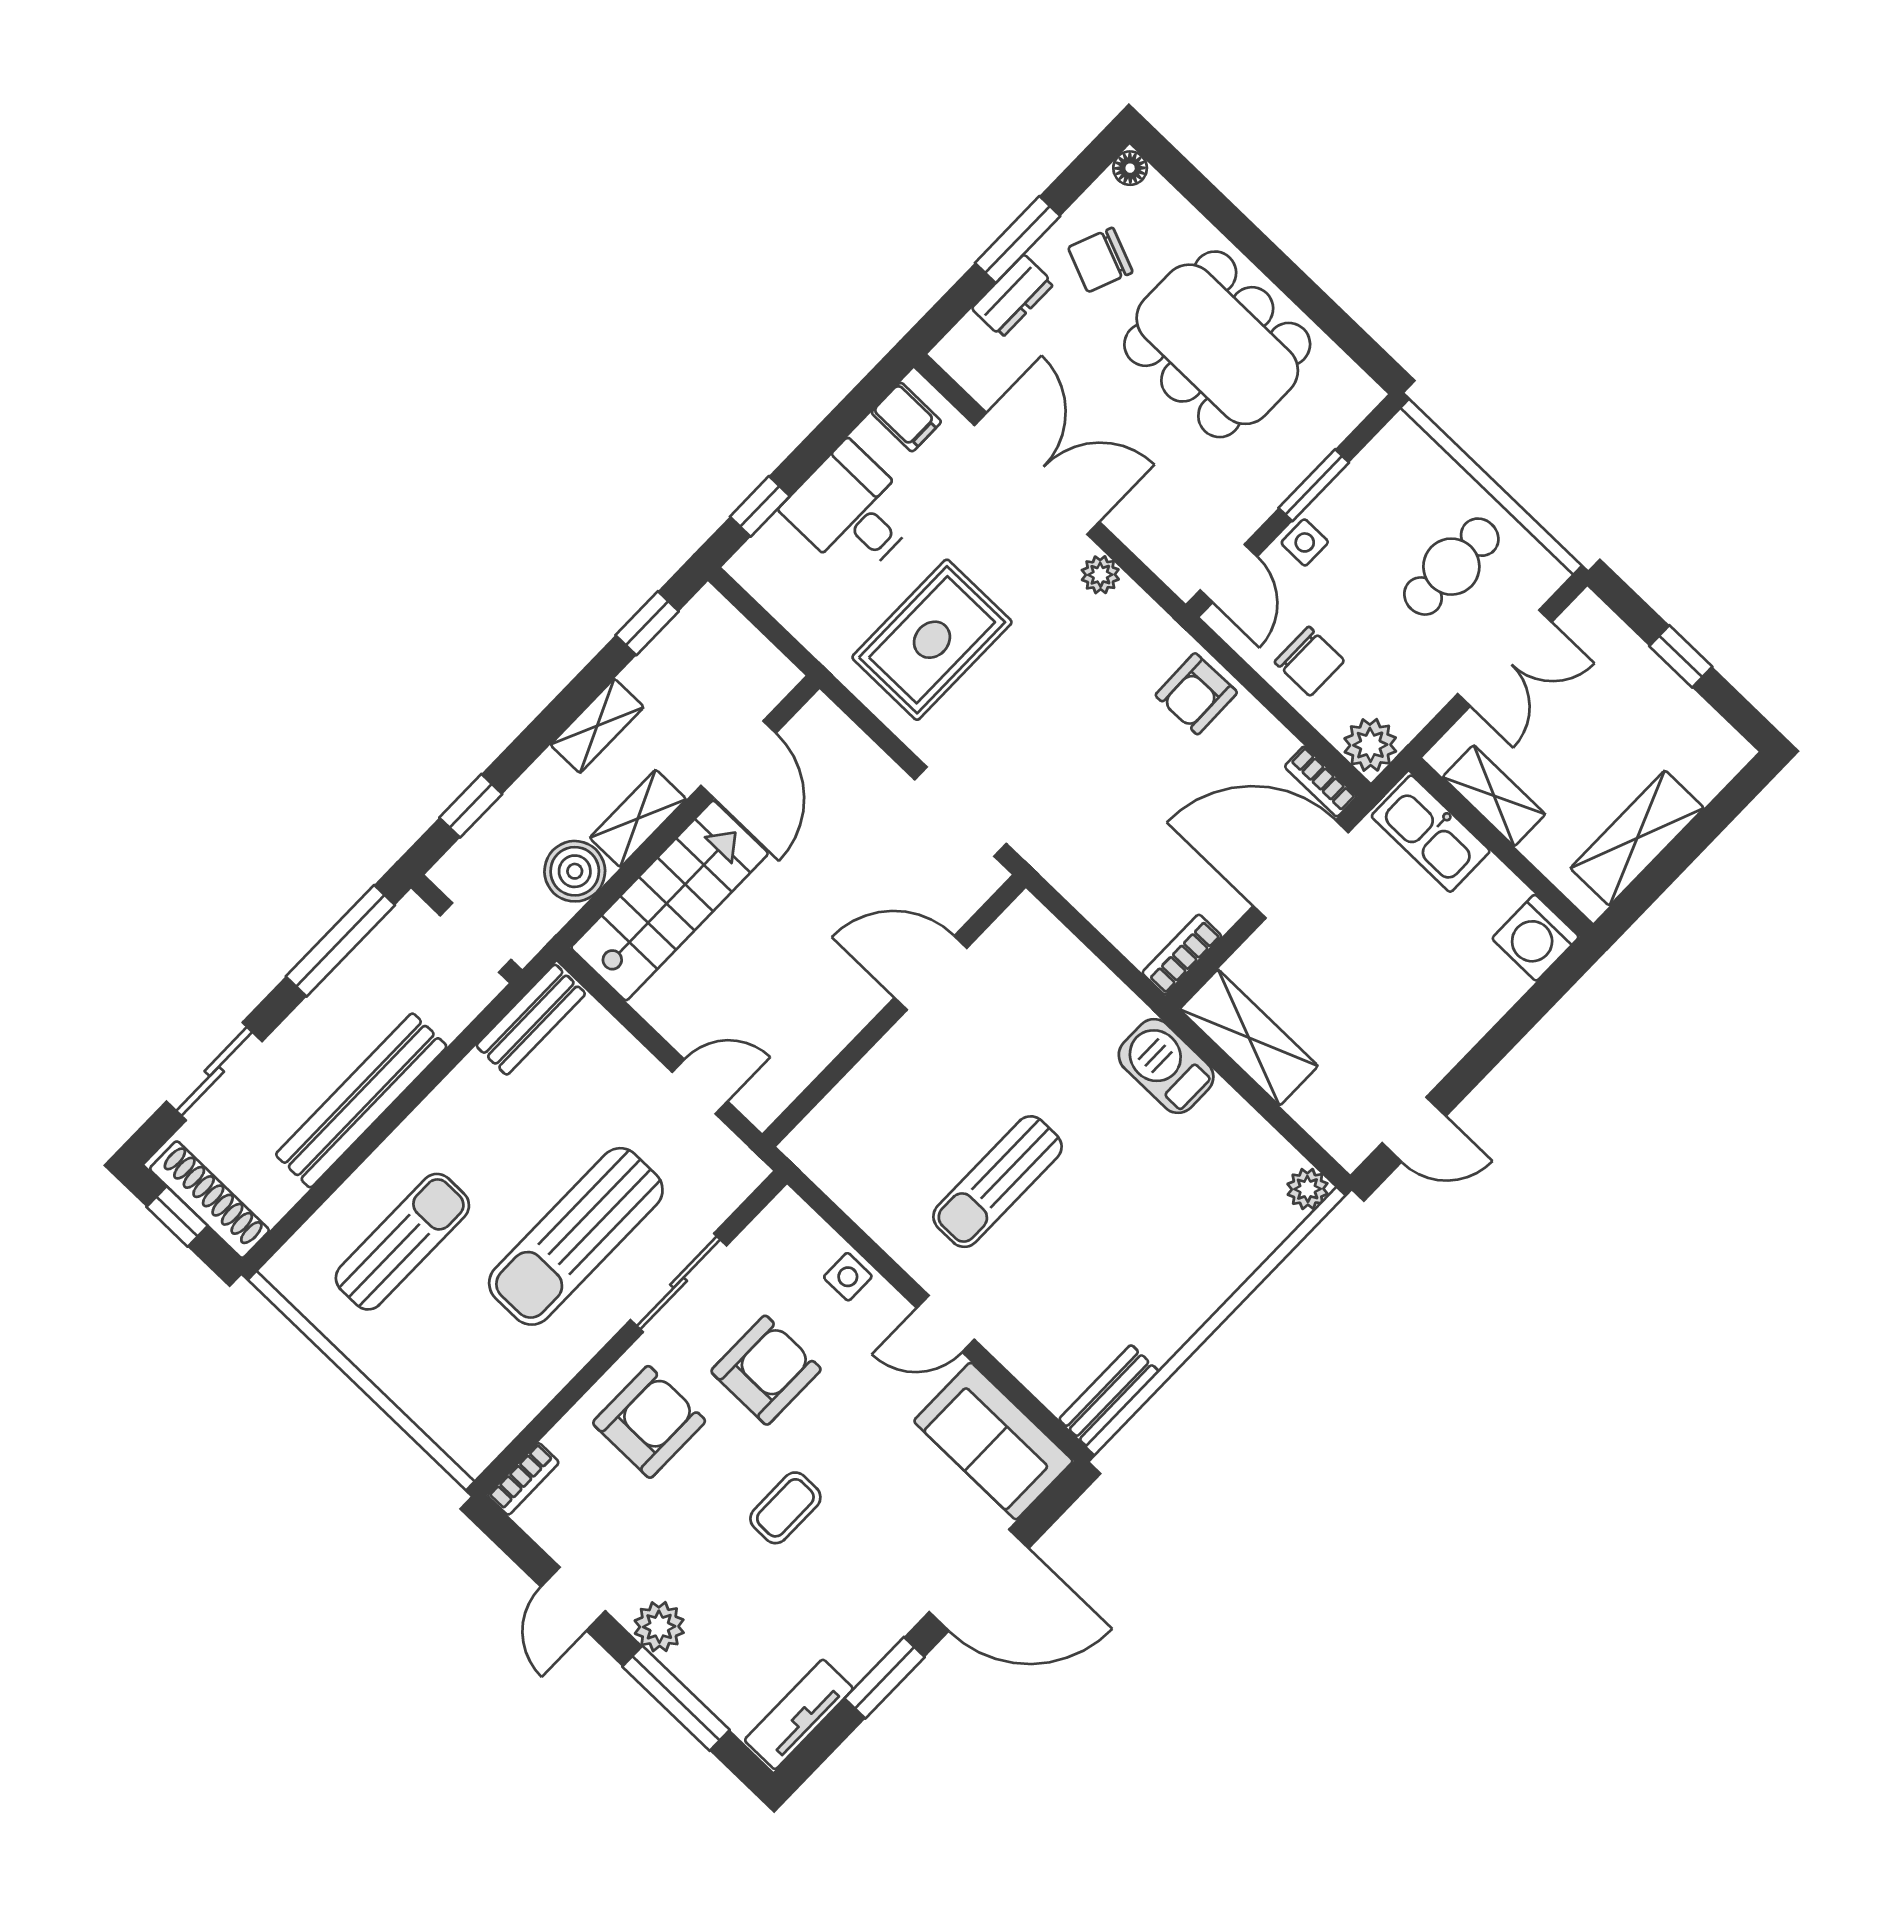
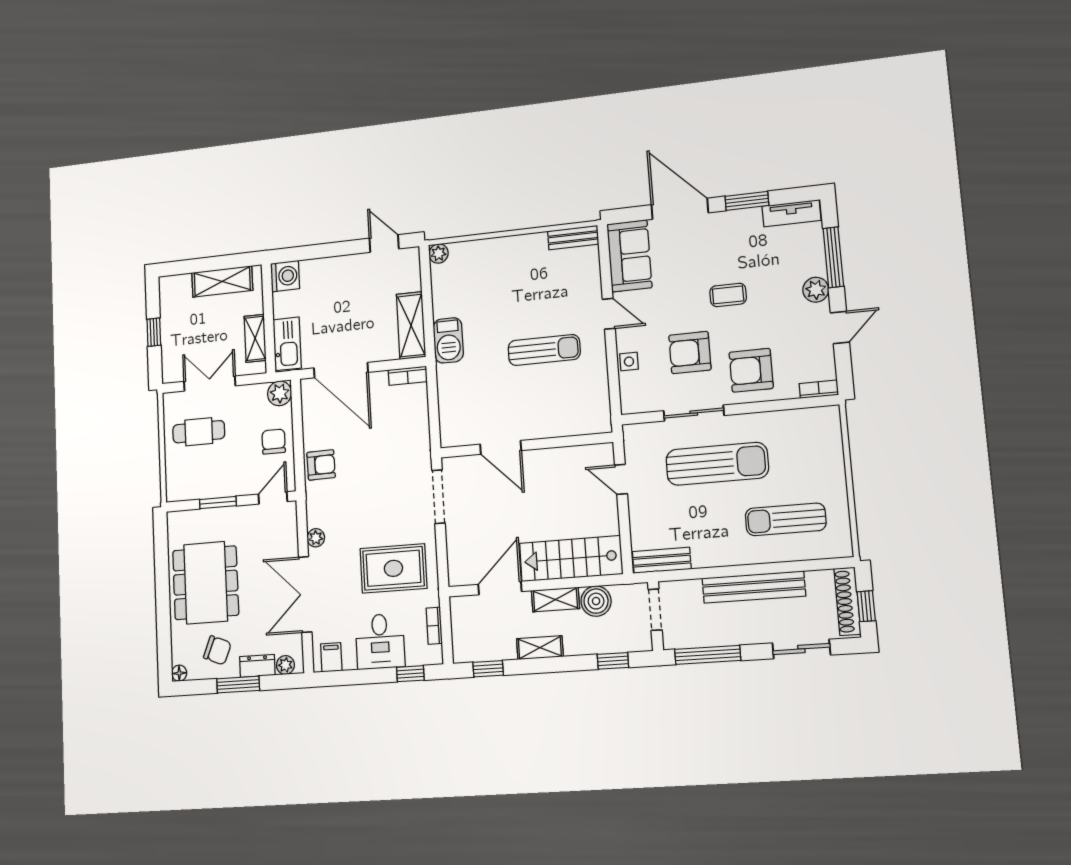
plant: (969, 339) -> (285, 665), added
side table: (1305, 542) -> (238, 485), removed
bookcase: (1321, 782) -> (434, 626), moved, turned 180

